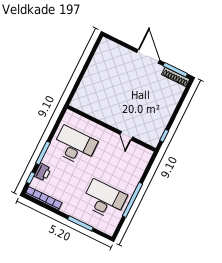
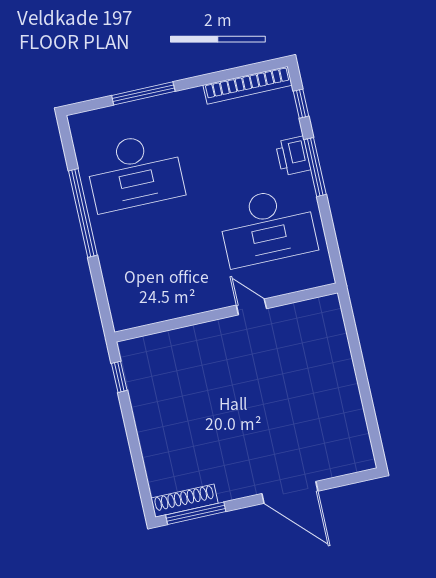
door: (148, 56) -> (290, 492), moved
door: (126, 136) -> (251, 307), moved
printer: (43, 172) -> (293, 156), moved

